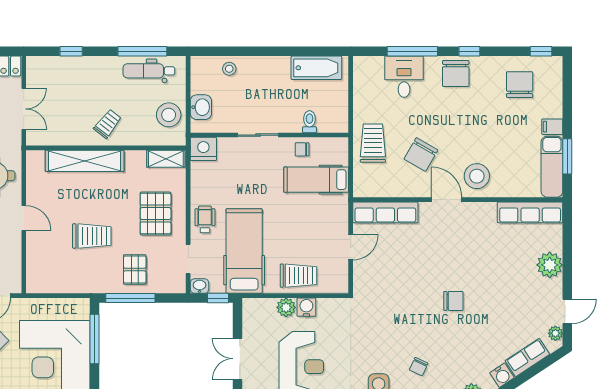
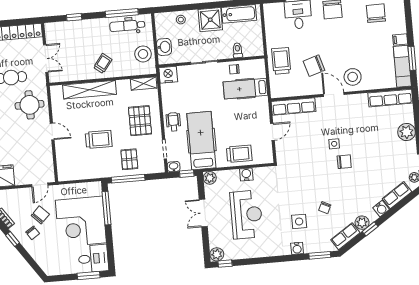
shower: (273, 73) -> (210, 20), added
chair: (421, 154) -> (314, 66), turned 43
side table: (441, 273) -> (334, 144), added
plant: (286, 307) -> (210, 178), moved

